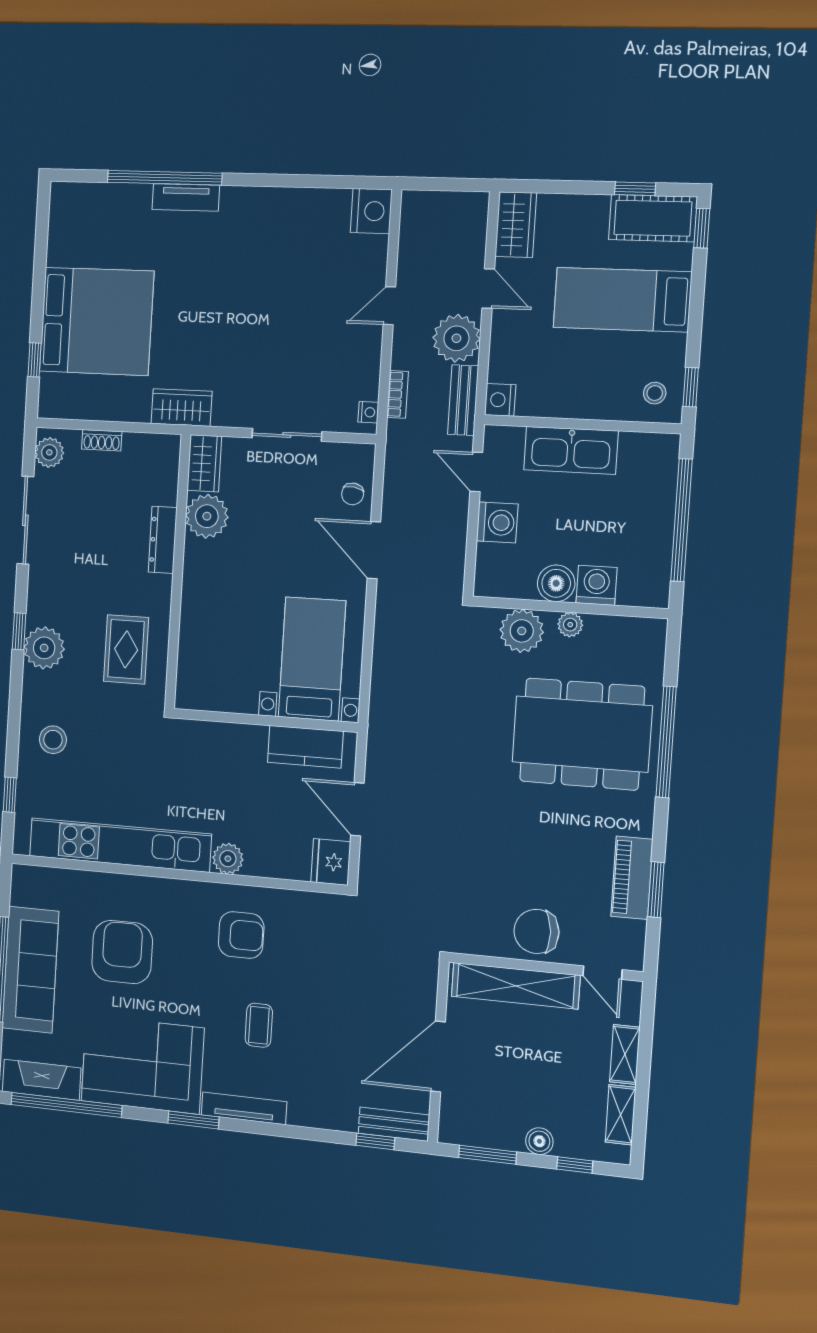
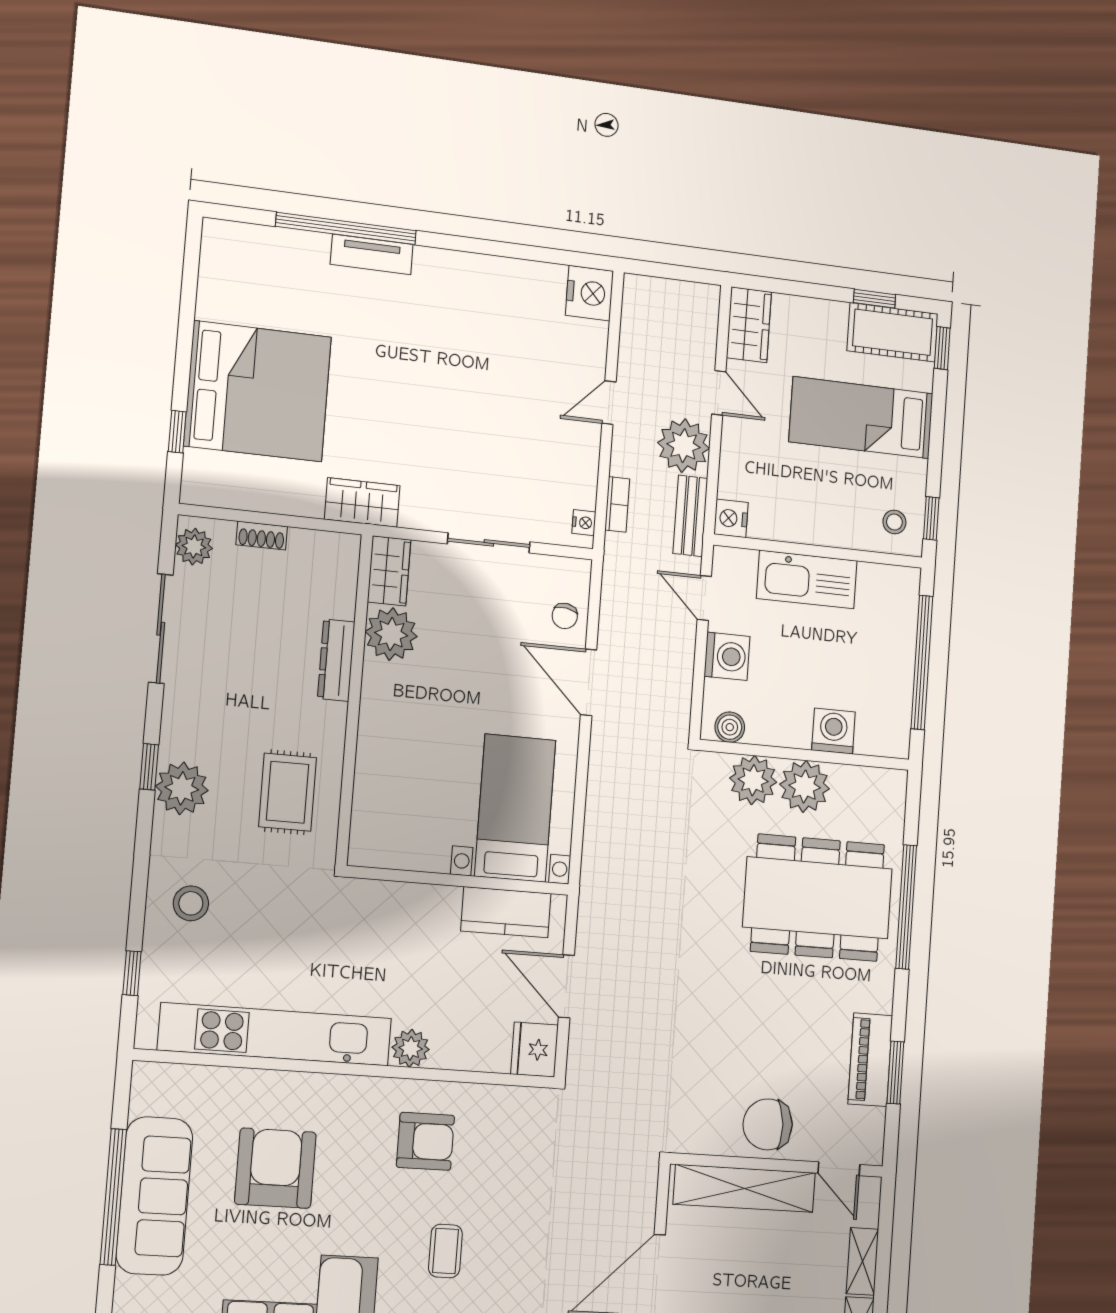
boiler: (556, 583) -> (730, 727), moved, width x0.73, depth x0.73
plant: (570, 625) -> (805, 787), width x1.87, depth x1.87

